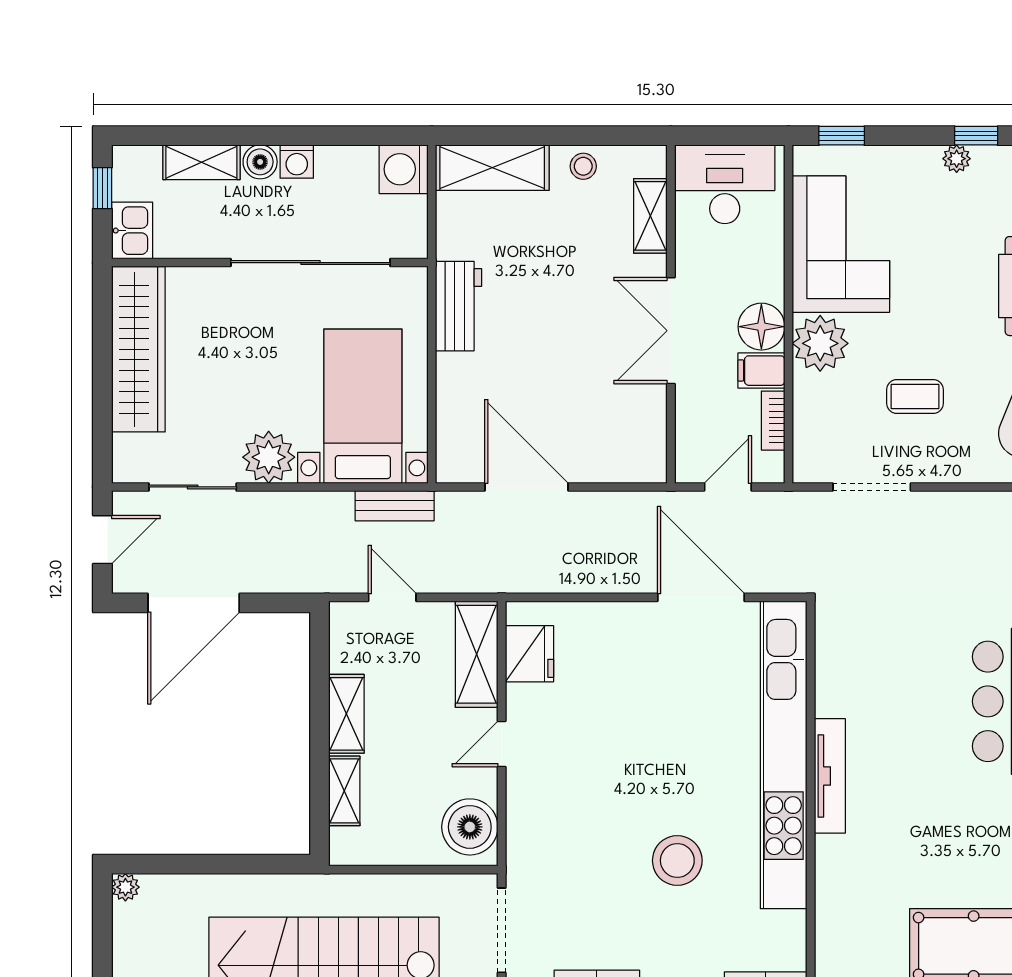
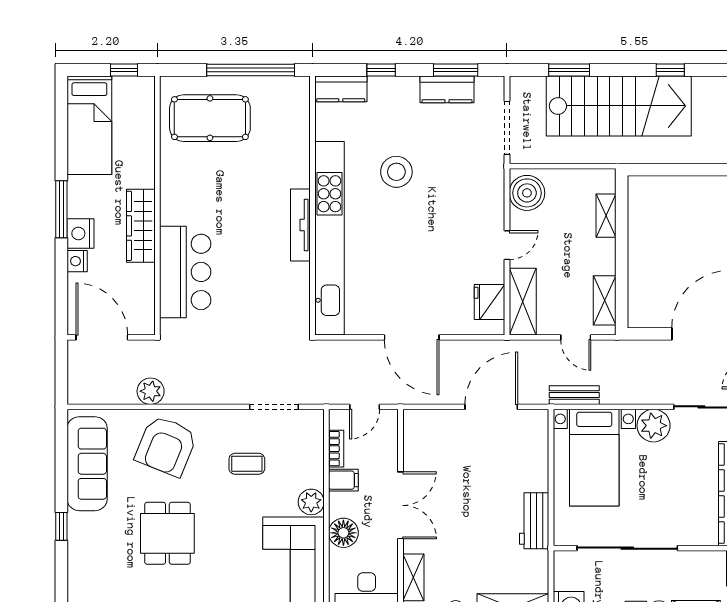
floor lamp: (761, 327) -> (343, 533), moved
plant: (820, 343) -> (311, 502), width x0.73, depth x0.73
door: (526, 487) -> (491, 407), swing flipped
door: (701, 597) -> (412, 337), moved
shelving: (346, 714) -> (605, 300), moved

